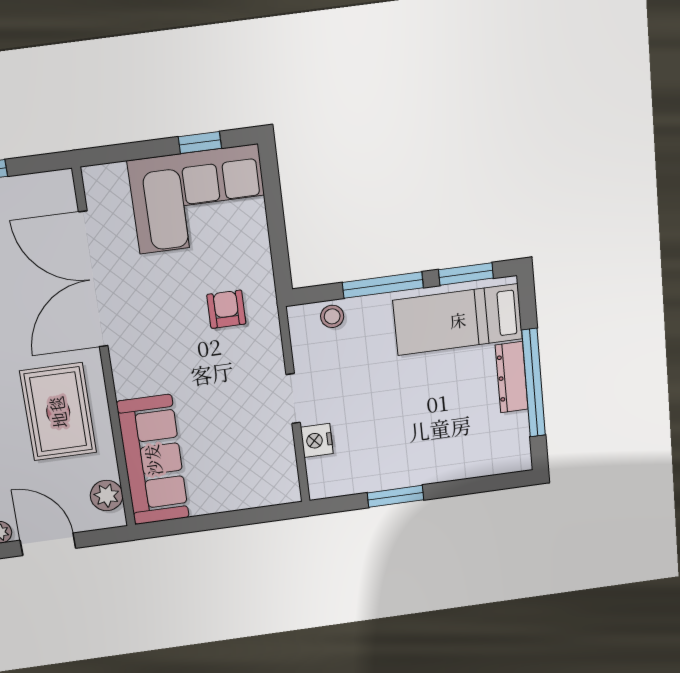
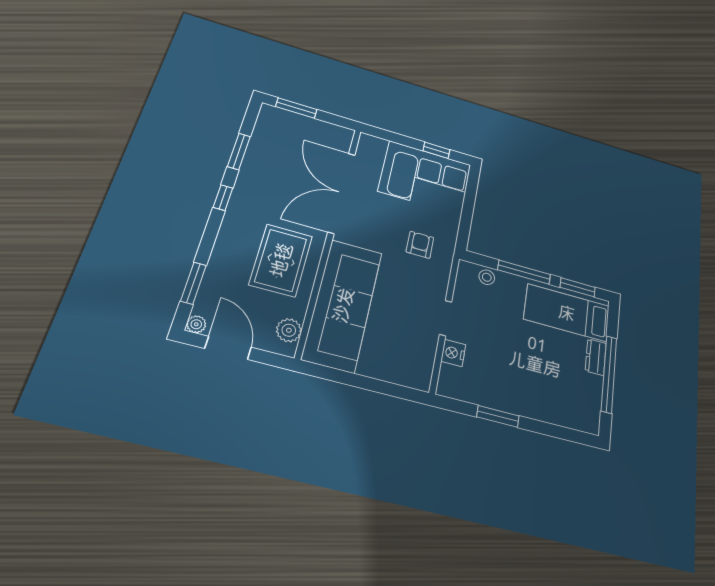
dresser: (512, 377) -> (596, 357), width x0.70
sofa: (153, 460) -> (343, 305), width x1.36, depth x1.27

